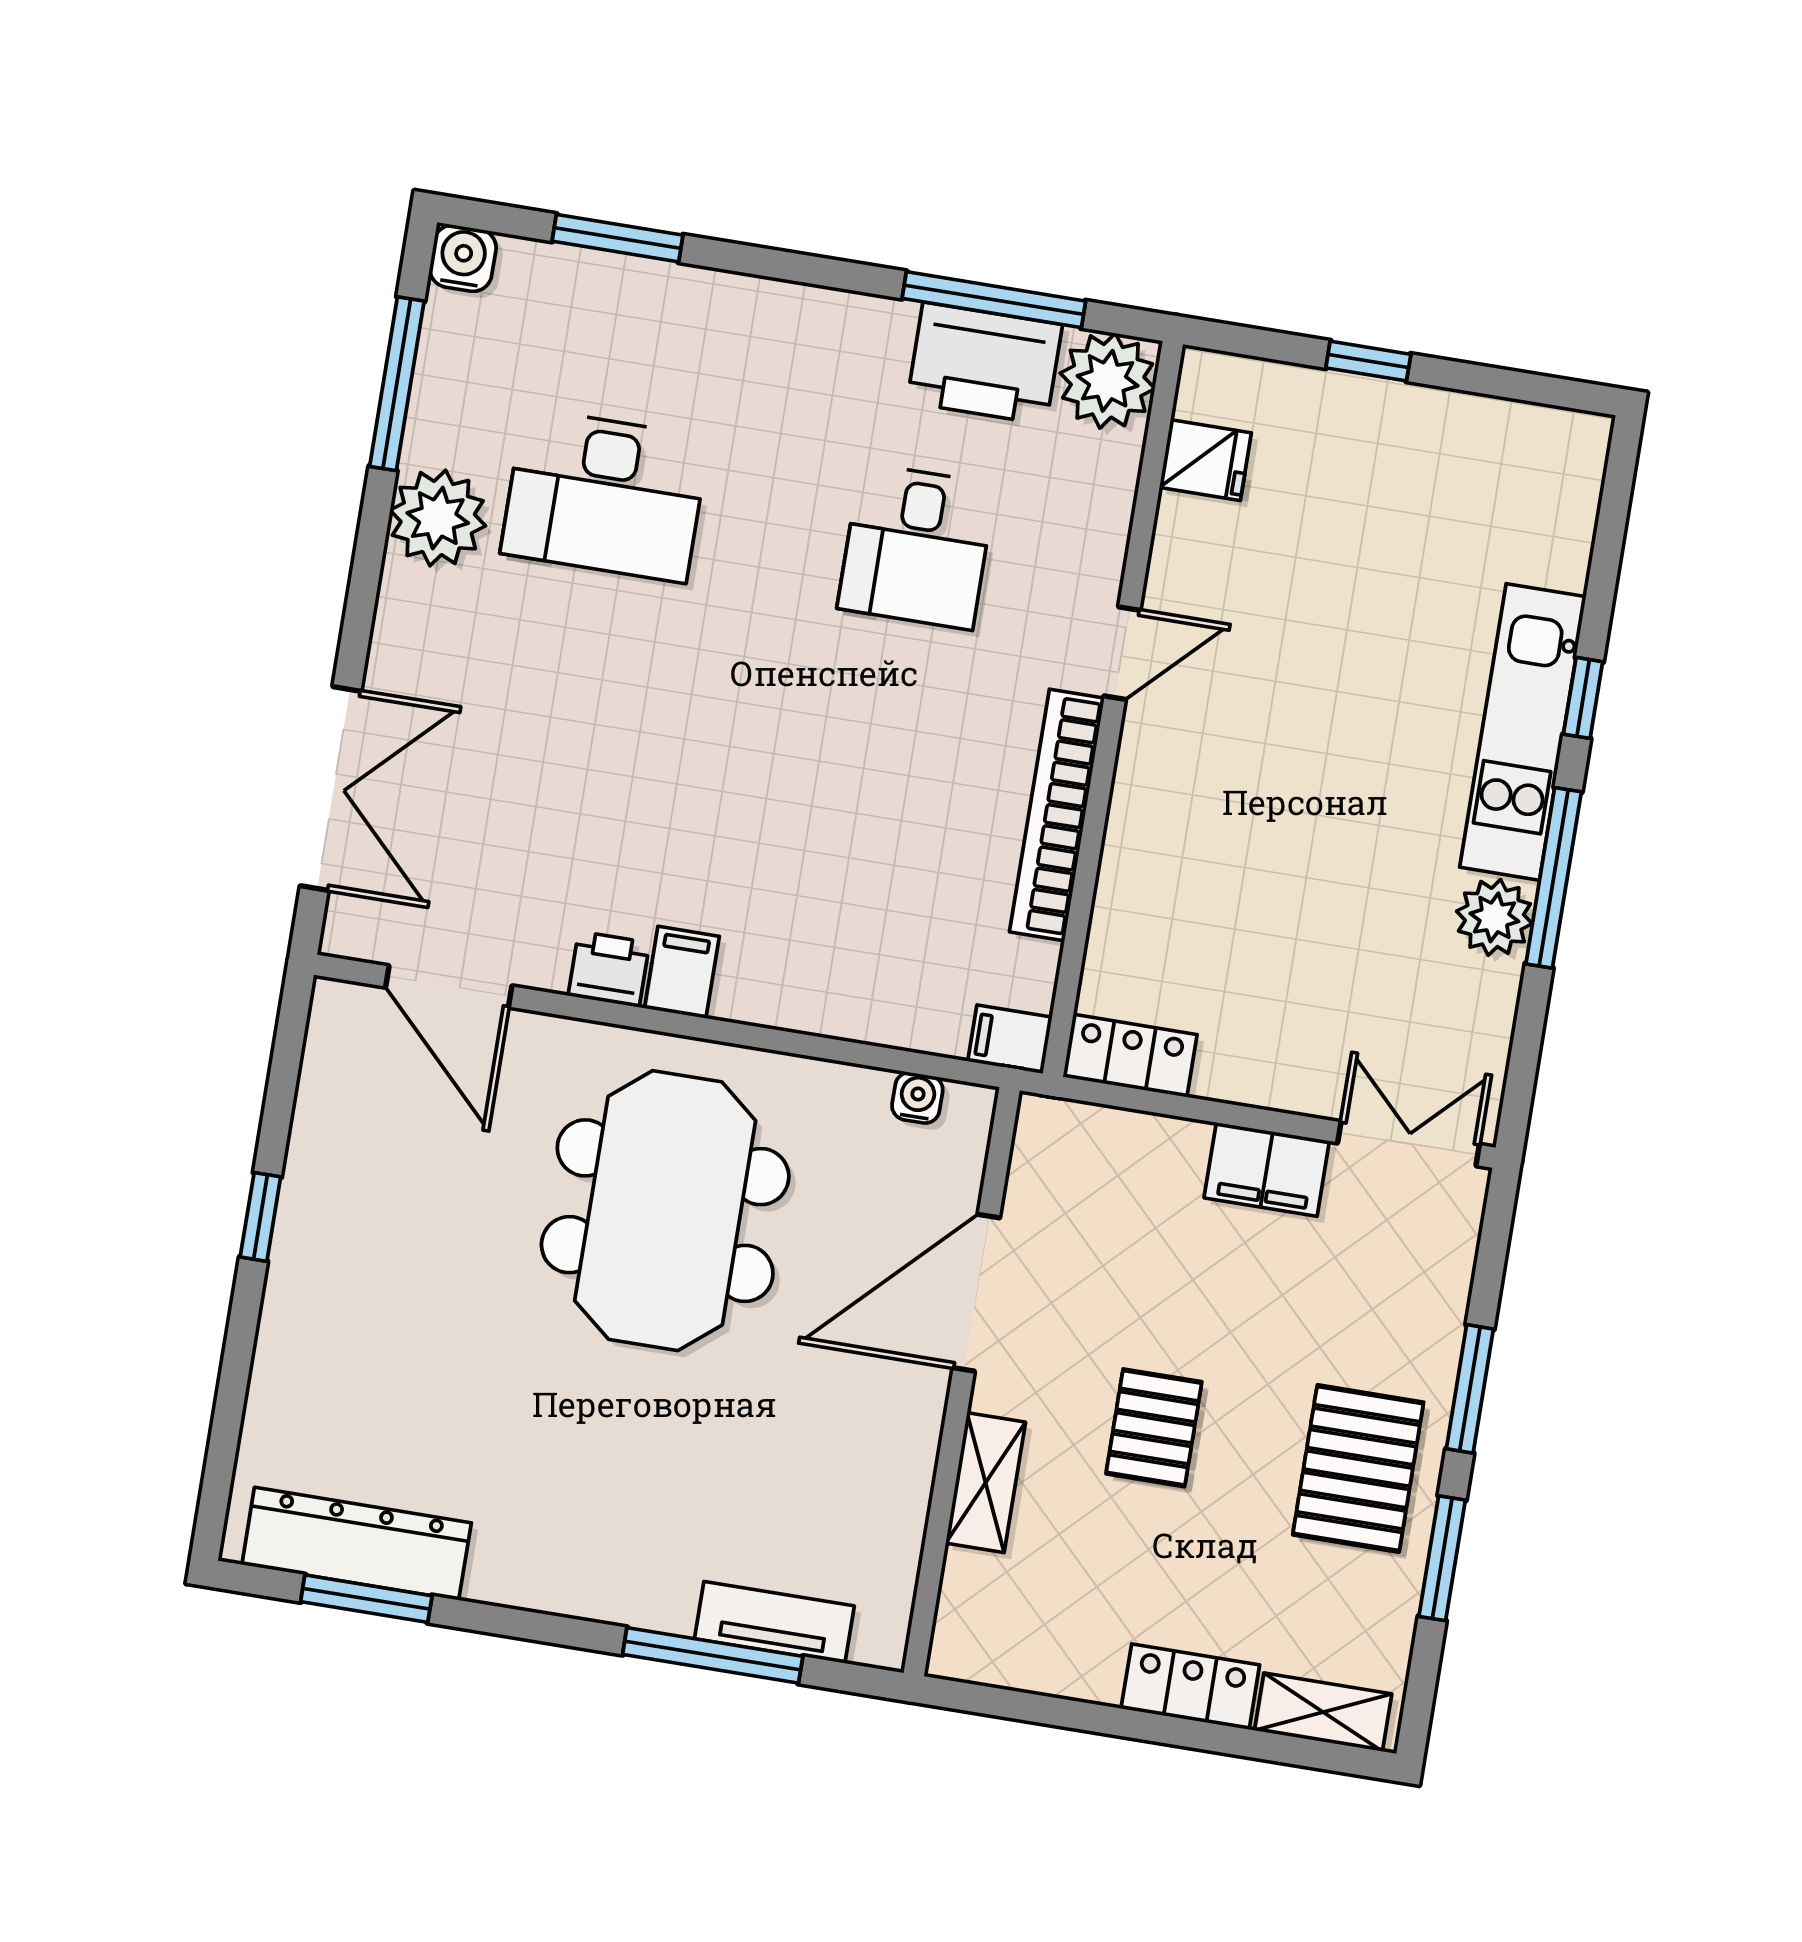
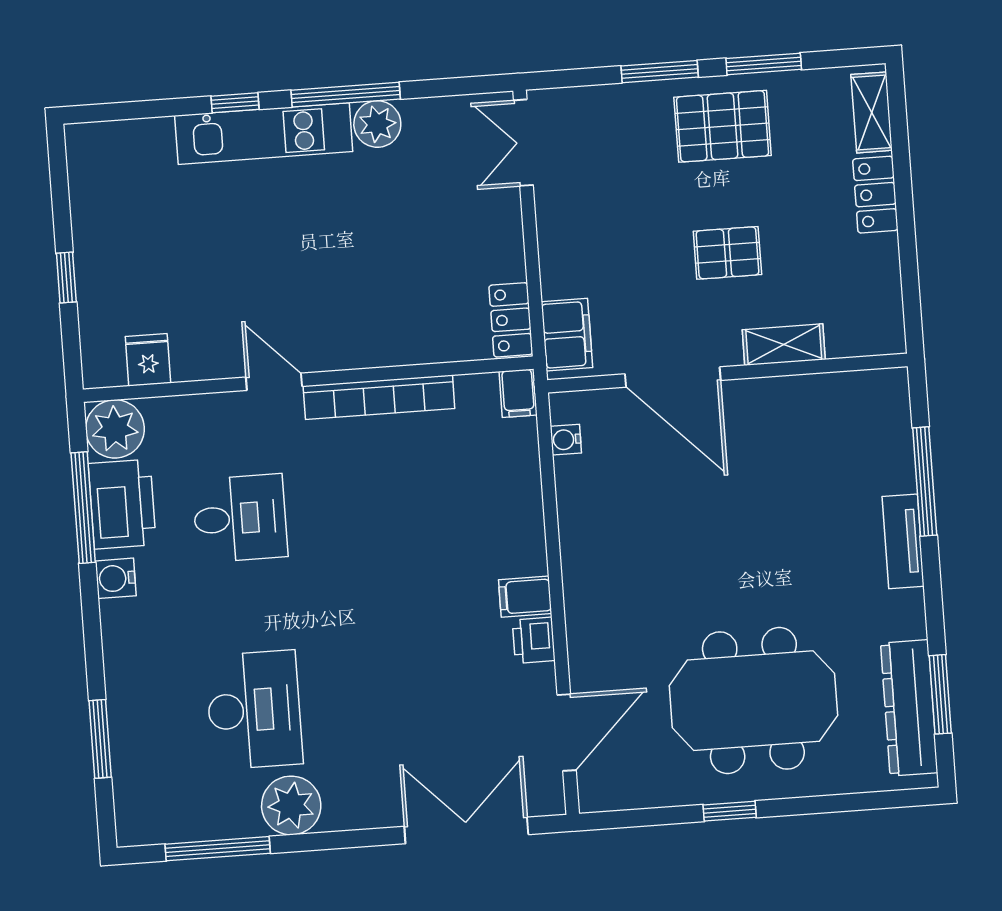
water cooler: (463, 258) -> (116, 578), moved
filing cabinet: (1267, 1169) -> (567, 335), moved
meeting table: (665, 1211) -> (753, 701), moved
tv unit: (774, 1622) -> (903, 541), moved

